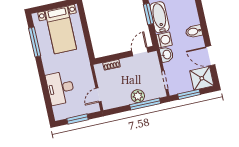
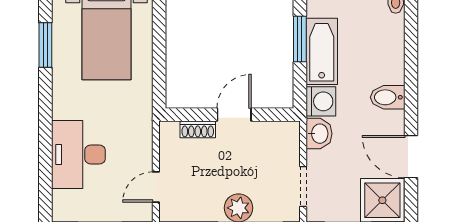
window: (35, 42) -> (45, 45), width x0.69
door: (140, 52) -> (234, 115), moved

